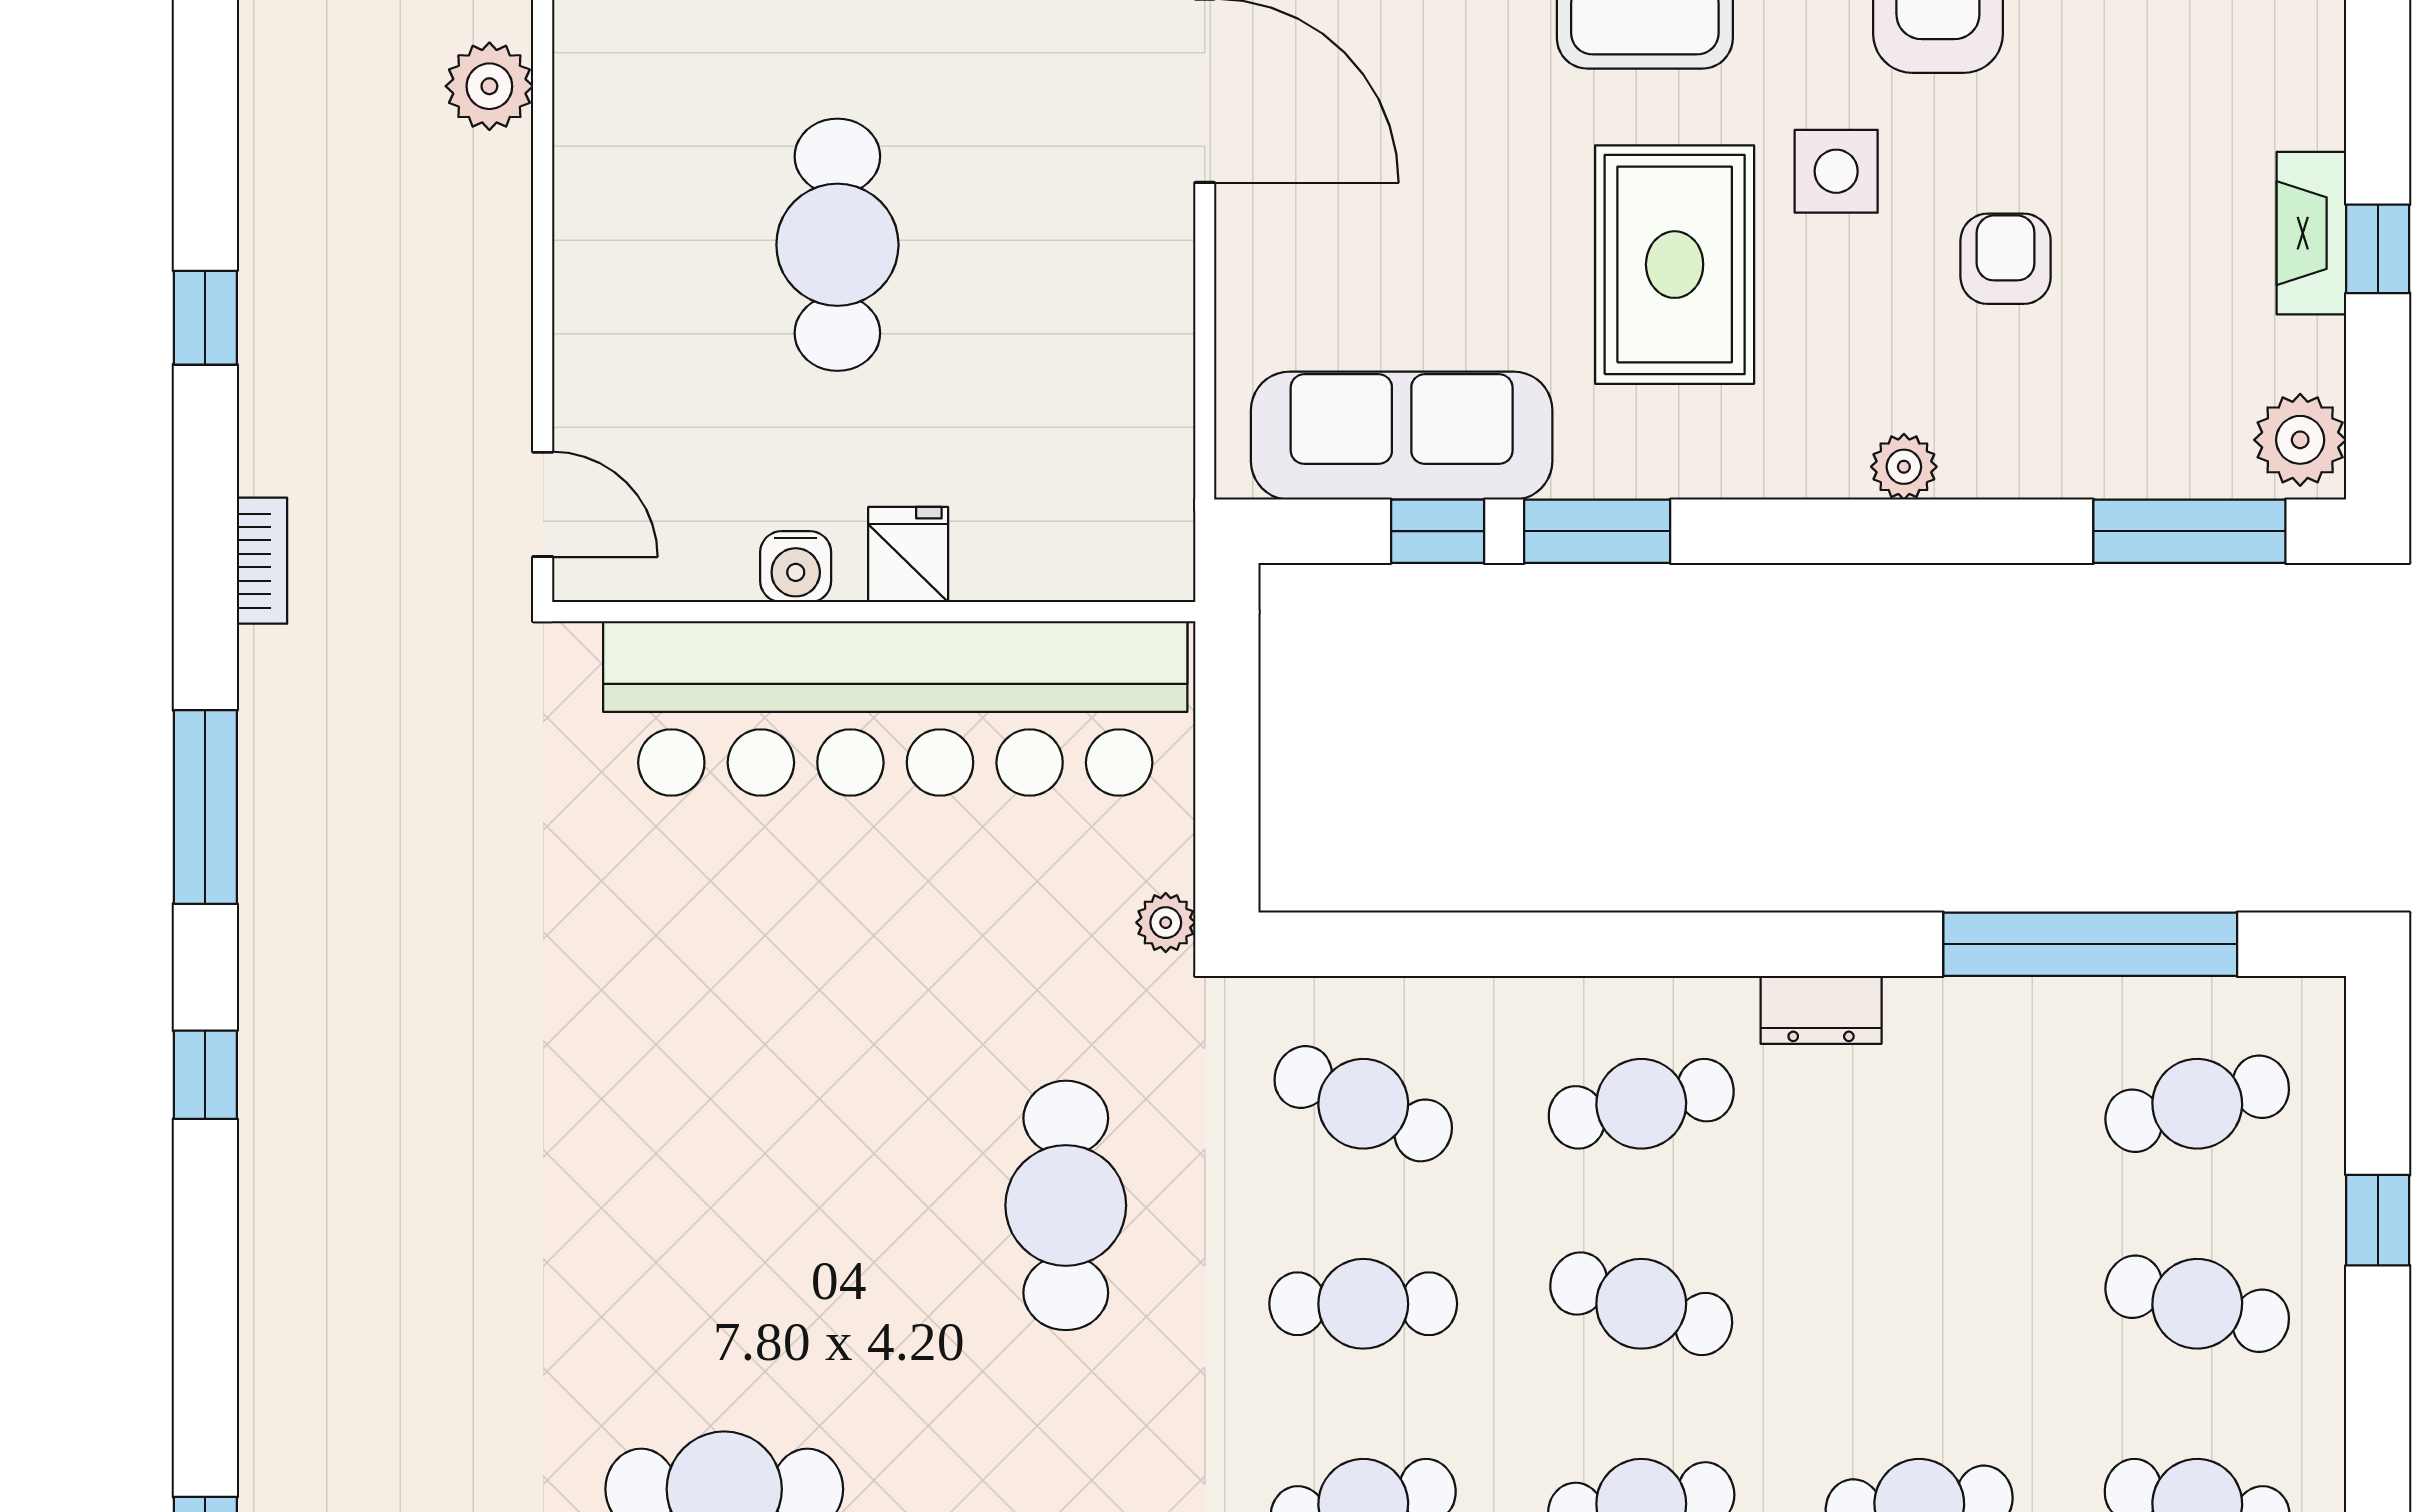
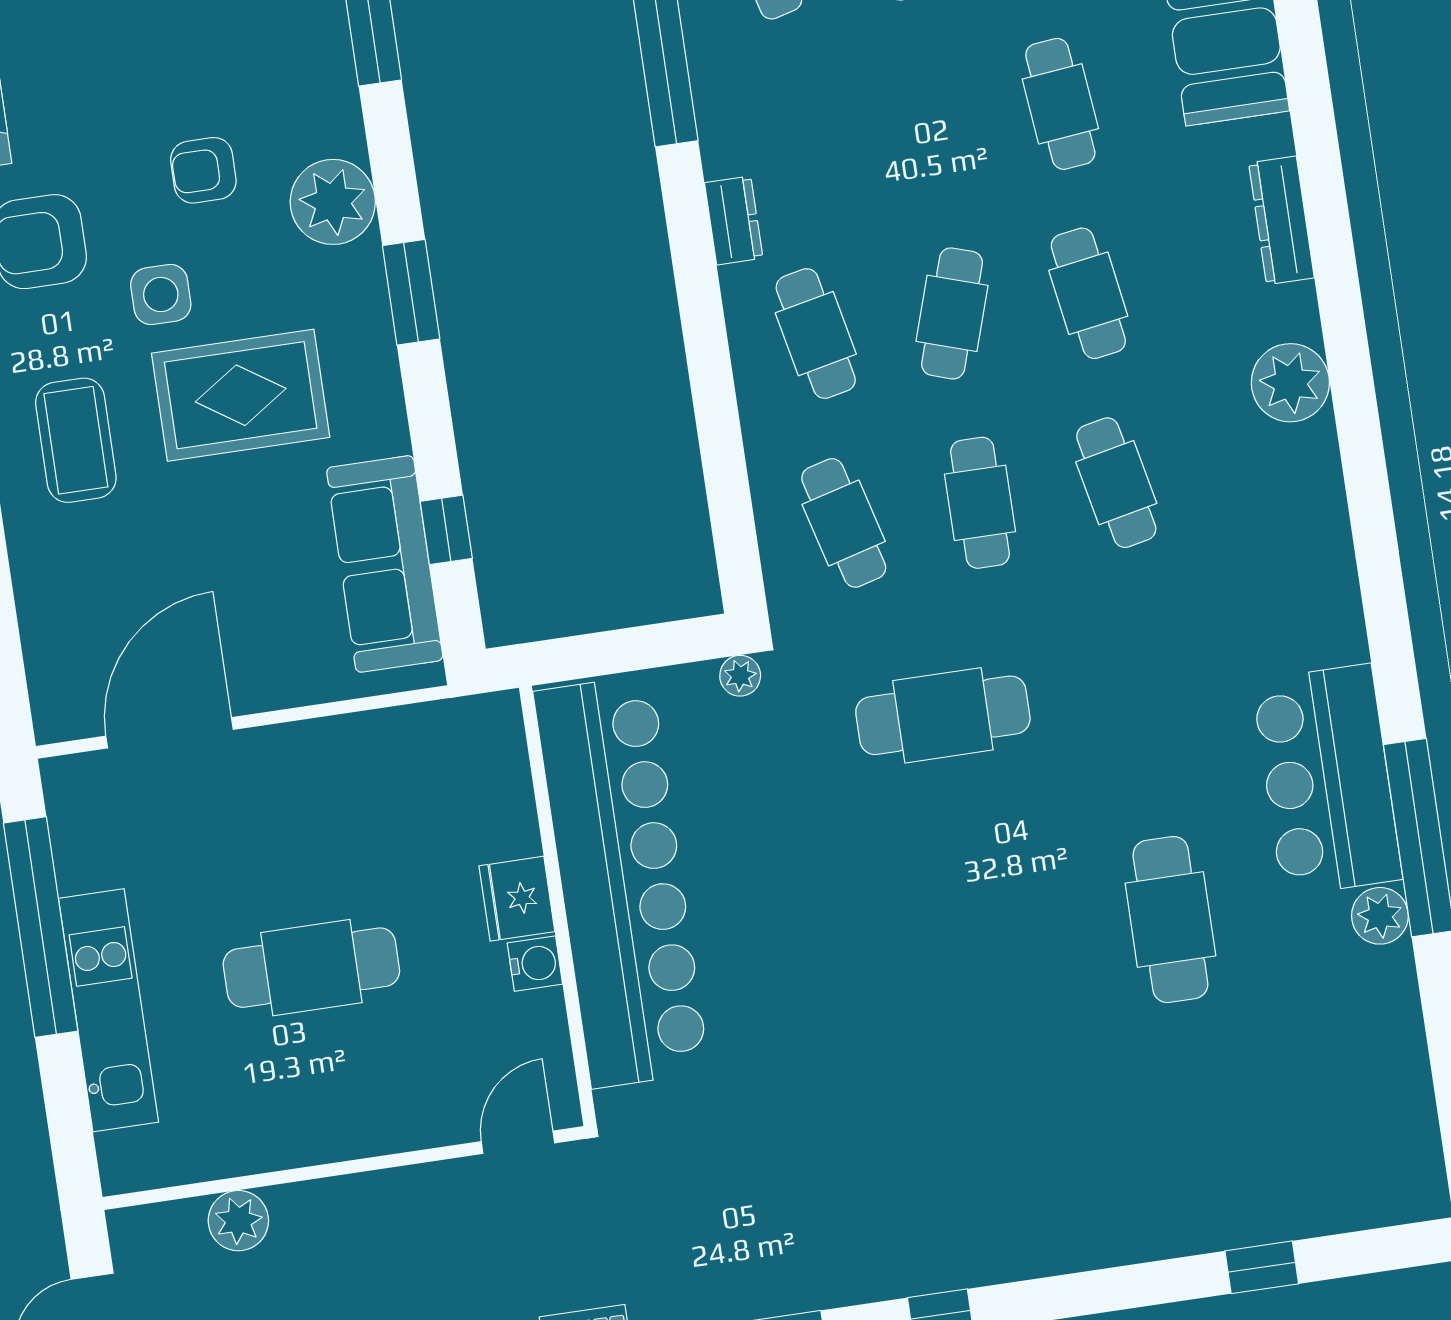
plant: (1904, 467) -> (333, 202), width x1.88, depth x1.88
window: (1597, 531) -> (411, 292), moved
fridge: (908, 555) -> (517, 899), width x1.38
cafe table: (1363, 1104) -> (844, 523), turned -39

